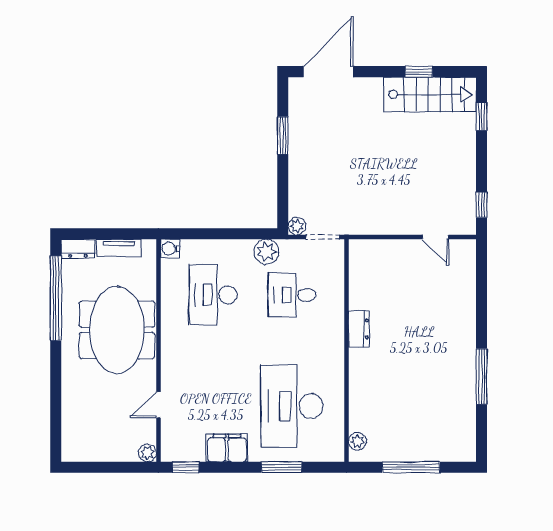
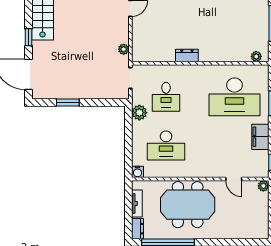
window: (419, 72) -> (28, 37), moved
plant: (297, 226) -> (124, 49), moved

